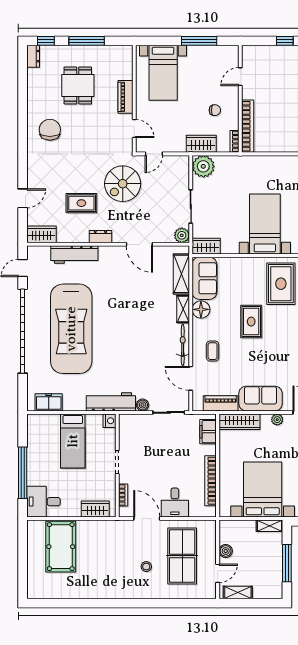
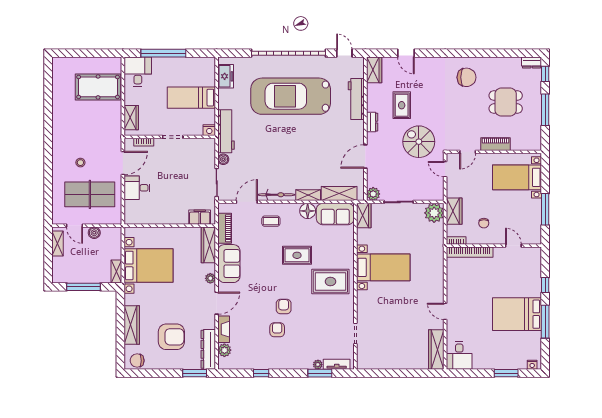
bookcase: (211, 481) -> (156, 219), removed

